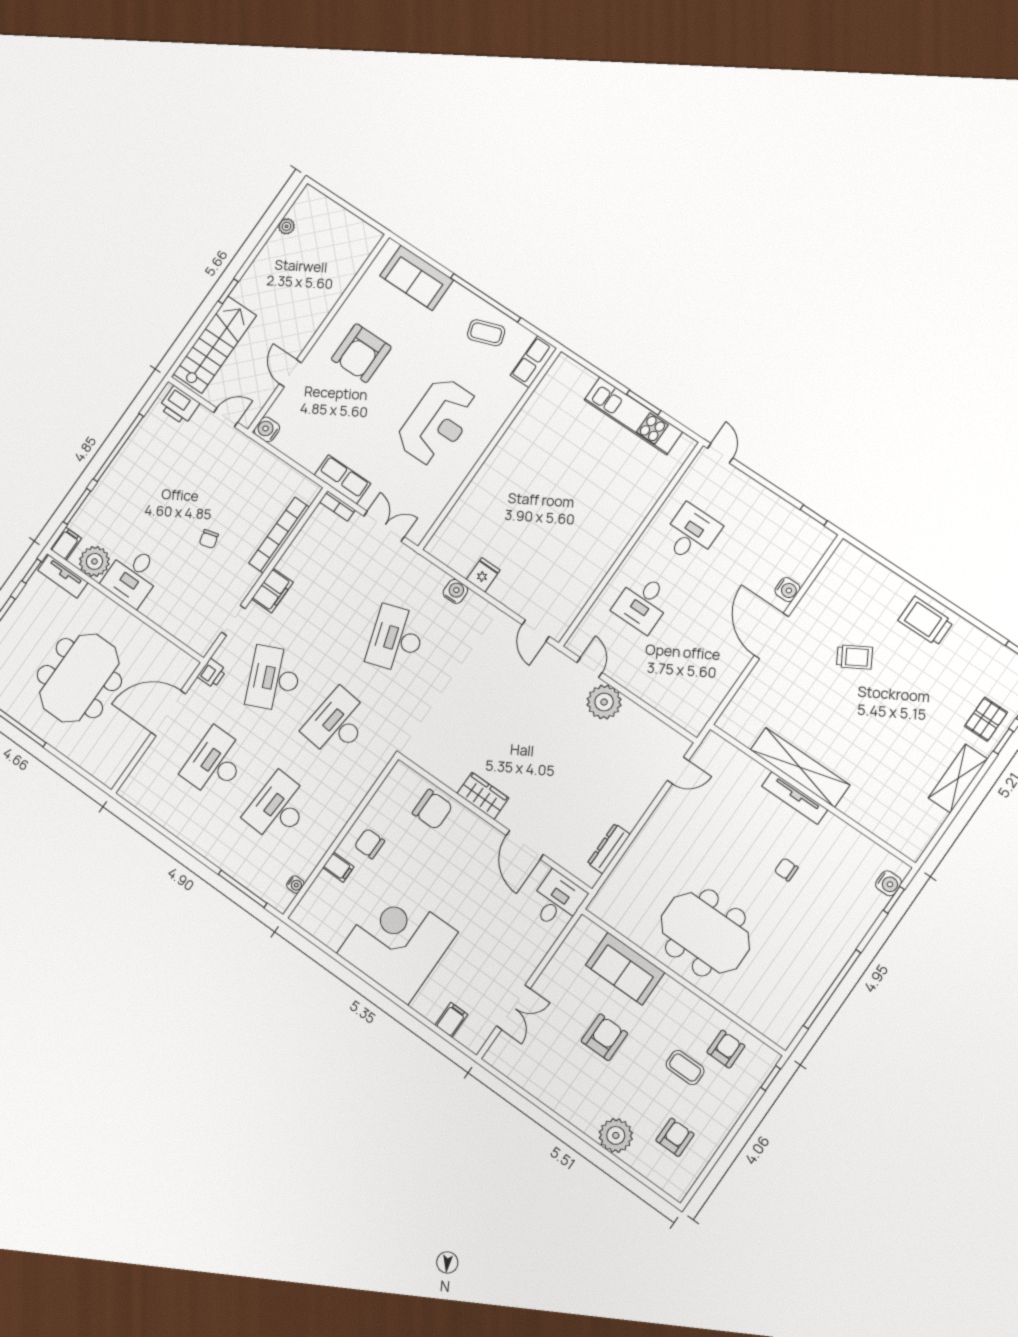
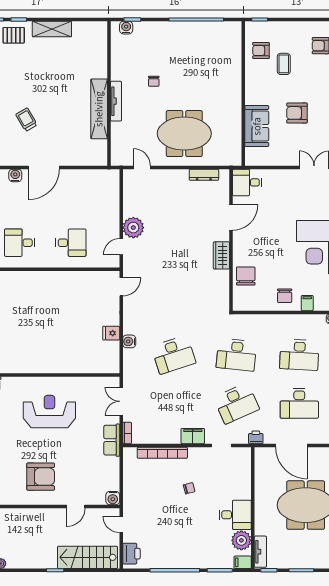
meeting table: (705, 933) -> (184, 134), moved, turned 90

